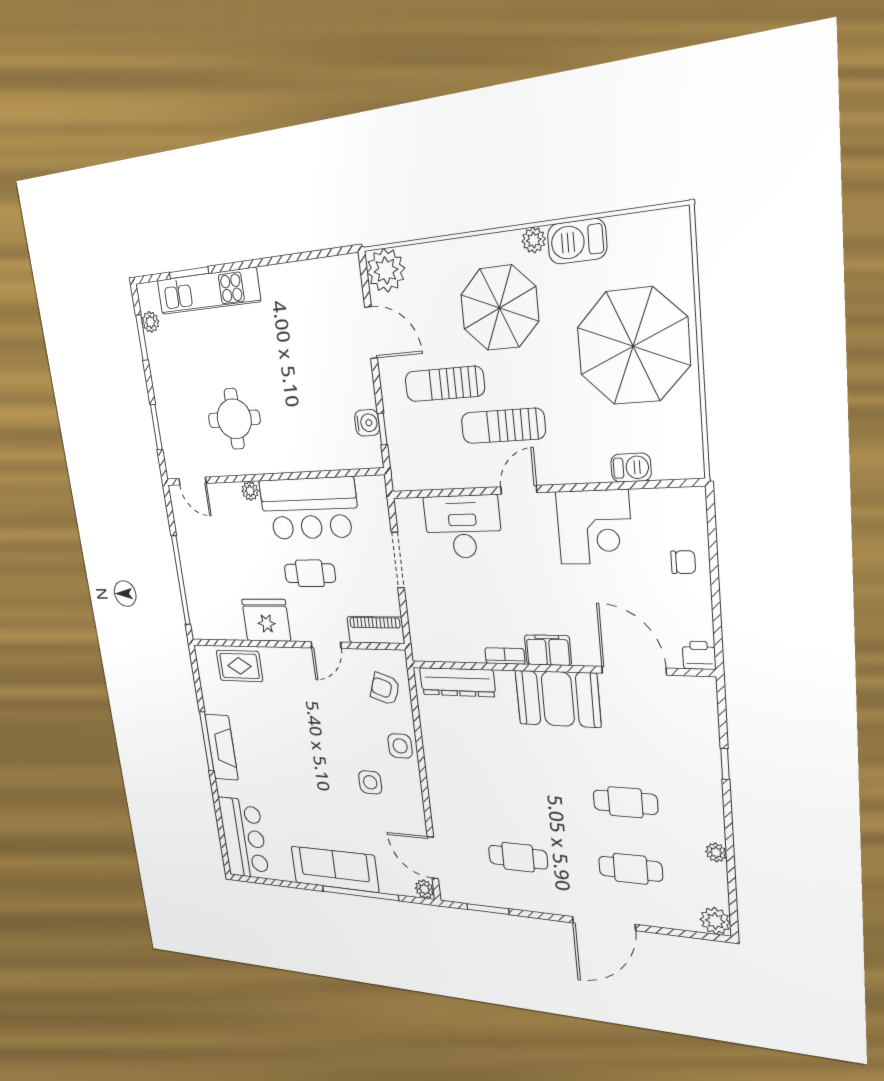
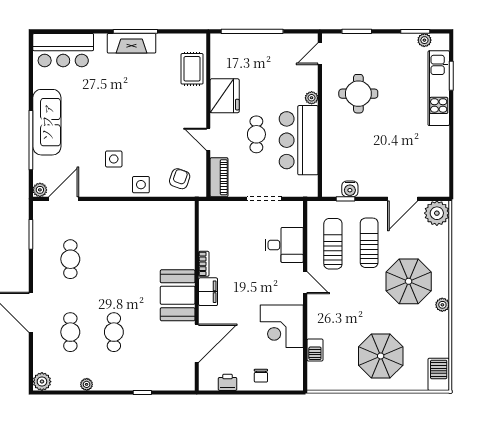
barbecue: (577, 241) -> (439, 374), moved
parasol: (633, 346) -> (381, 356), width x0.73, depth x0.73
sun lounger: (503, 426) -> (333, 244), moved
desk: (463, 527) -> (284, 245), width x0.73
printer: (699, 655) -> (228, 382), moved, turned -90
dresser: (457, 682) -> (186, 230), removed

